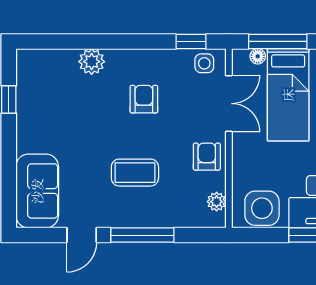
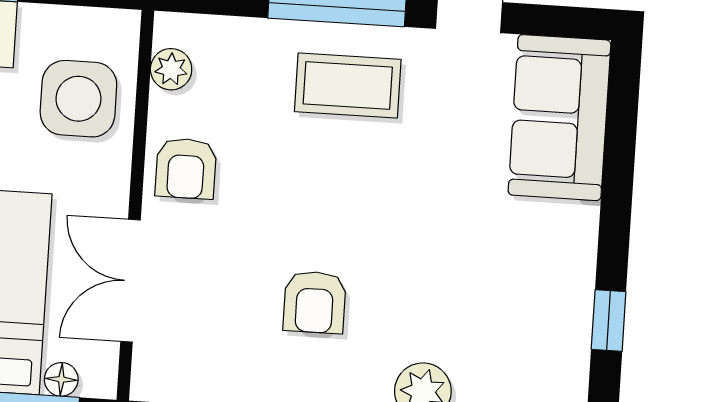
side table: (204, 63) -> (178, 372), removed
coffee table: (135, 173) -> (348, 86), moved
side table: (262, 208) -> (78, 99), moved

